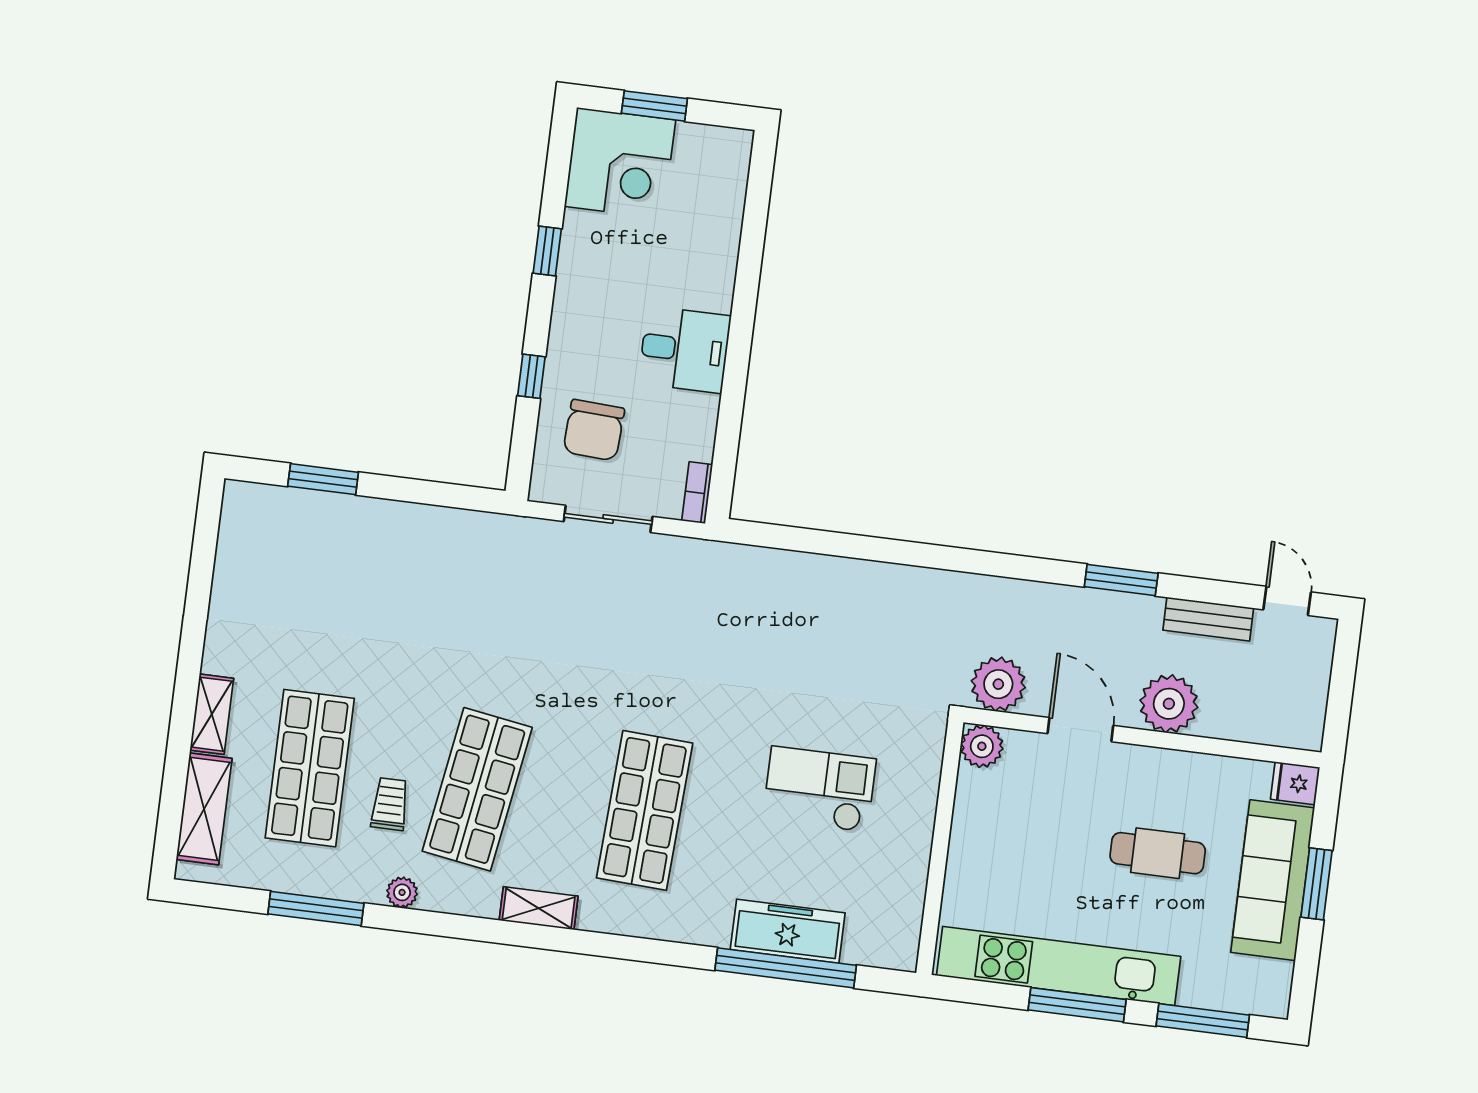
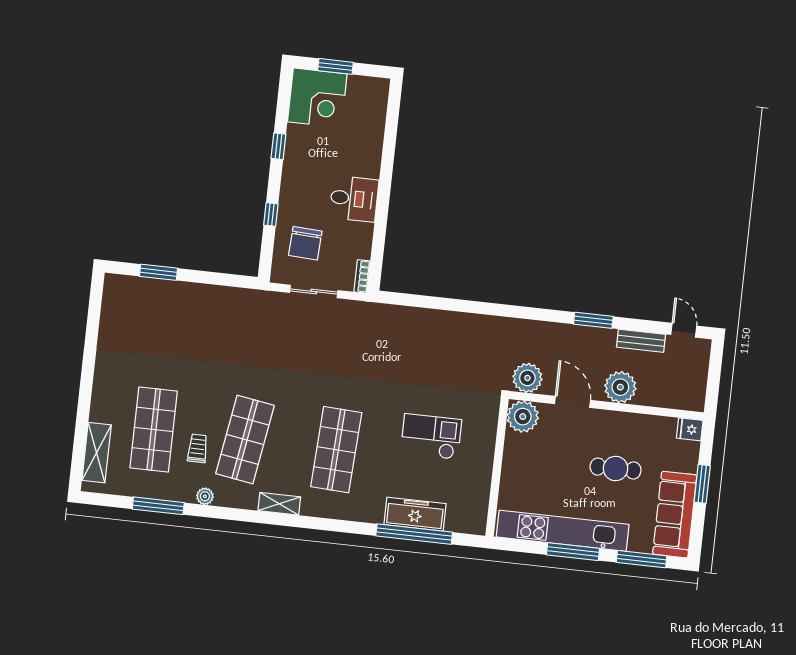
shelving: (212, 714) -> (100, 401), removed
plant: (982, 746) -> (523, 417), width x1.36, depth x1.36
sofa: (1273, 880) -> (675, 515), moved

